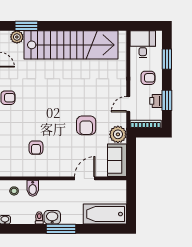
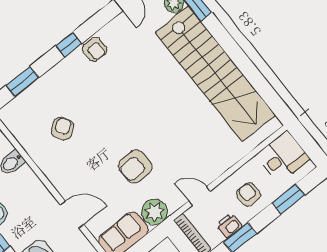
armchair: (148, 78) -> (249, 194), turned 180
armchair: (36, 148) -> (62, 129), turned 146

